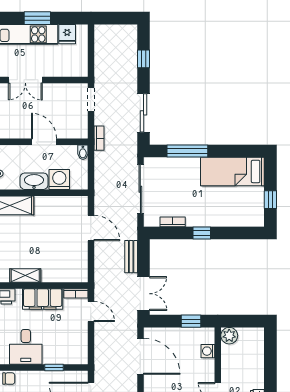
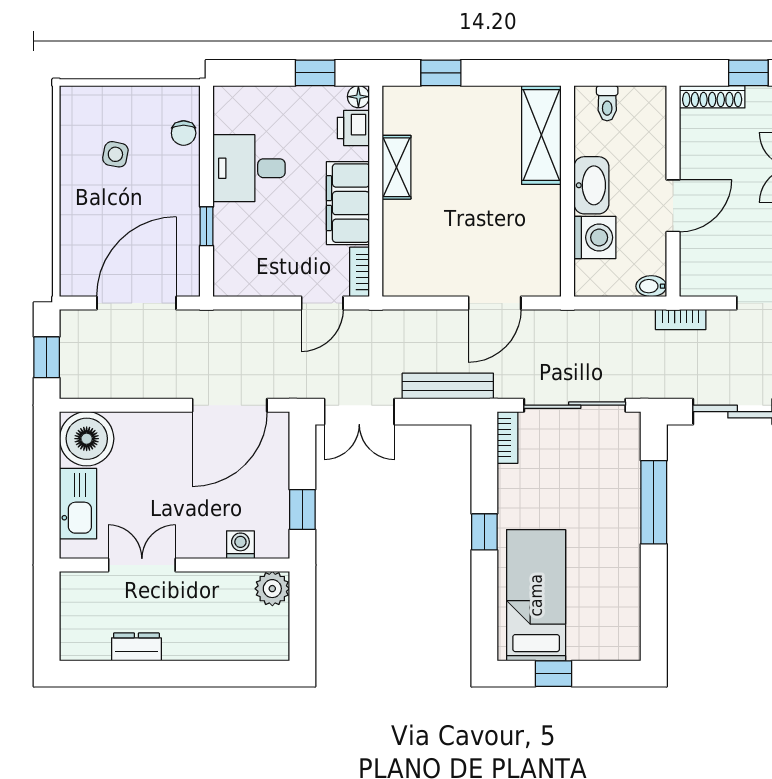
bed: (232, 171) -> (536, 595), moved
bookcase: (173, 222) -> (508, 437), moved
bench: (131, 257) -> (448, 386), width x1.36

